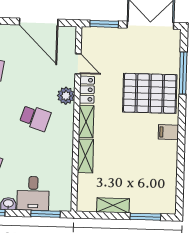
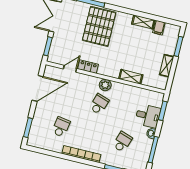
plant: (66, 96) -> (105, 85), moved
shelving: (86, 122) -> (143, 22), moved
filing cabinet: (168, 132) -> (159, 28), moved

